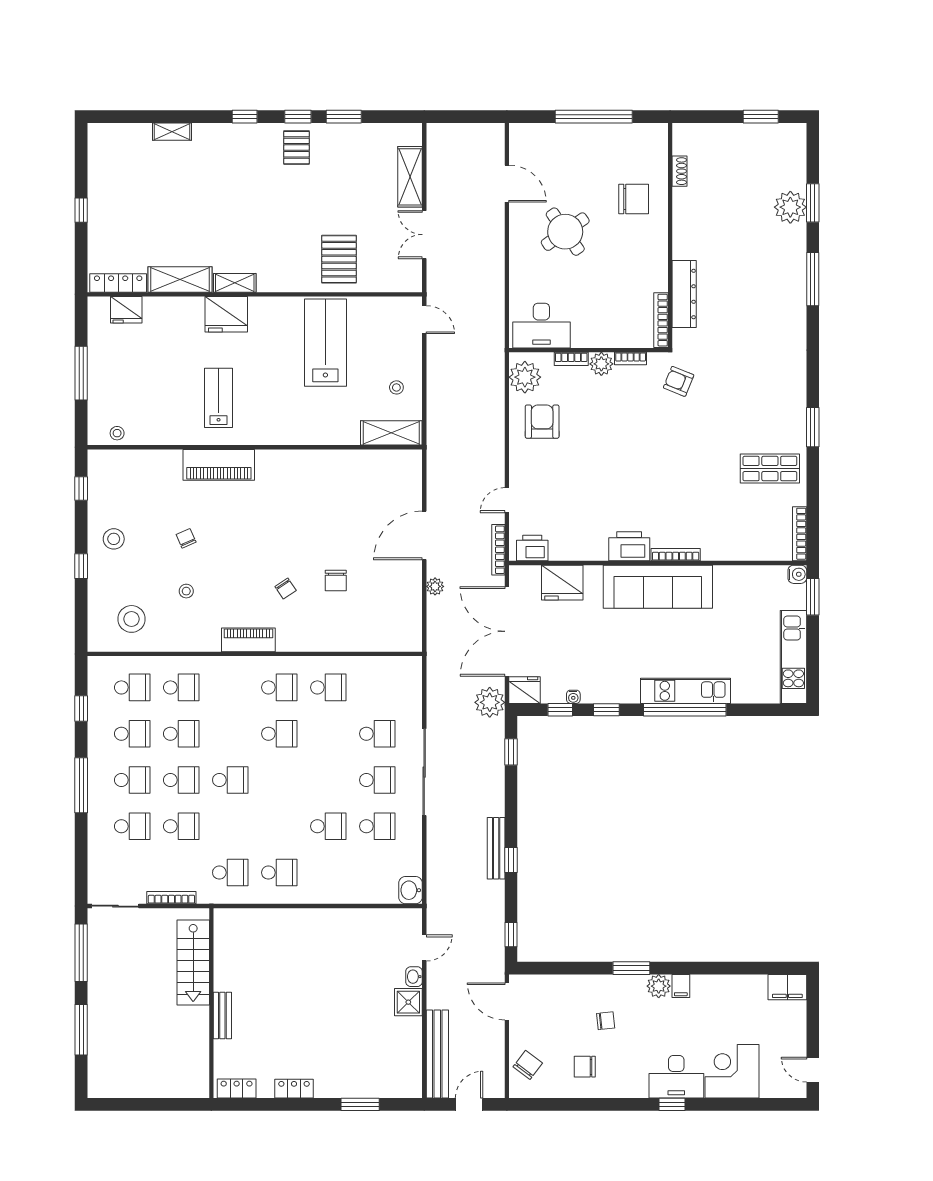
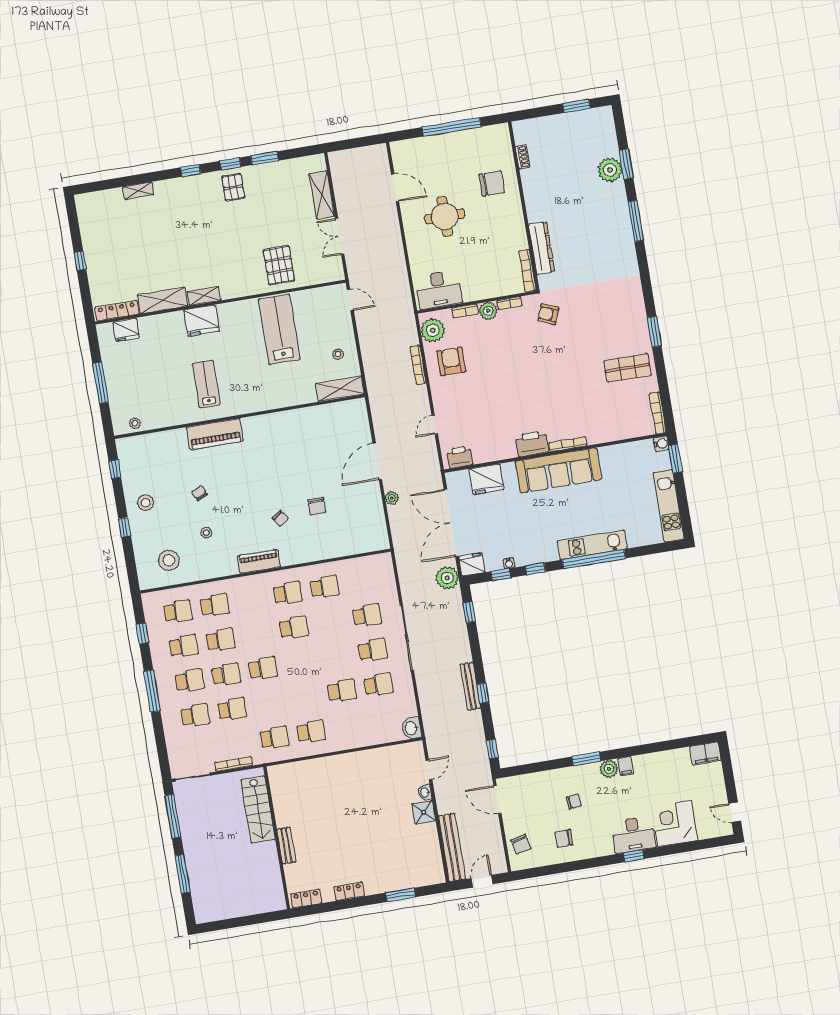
round table: (565, 232) -> (445, 216), turned 35
bookcase: (498, 550) -> (418, 365), moved
chair: (528, 1065) -> (521, 844), turned 130

